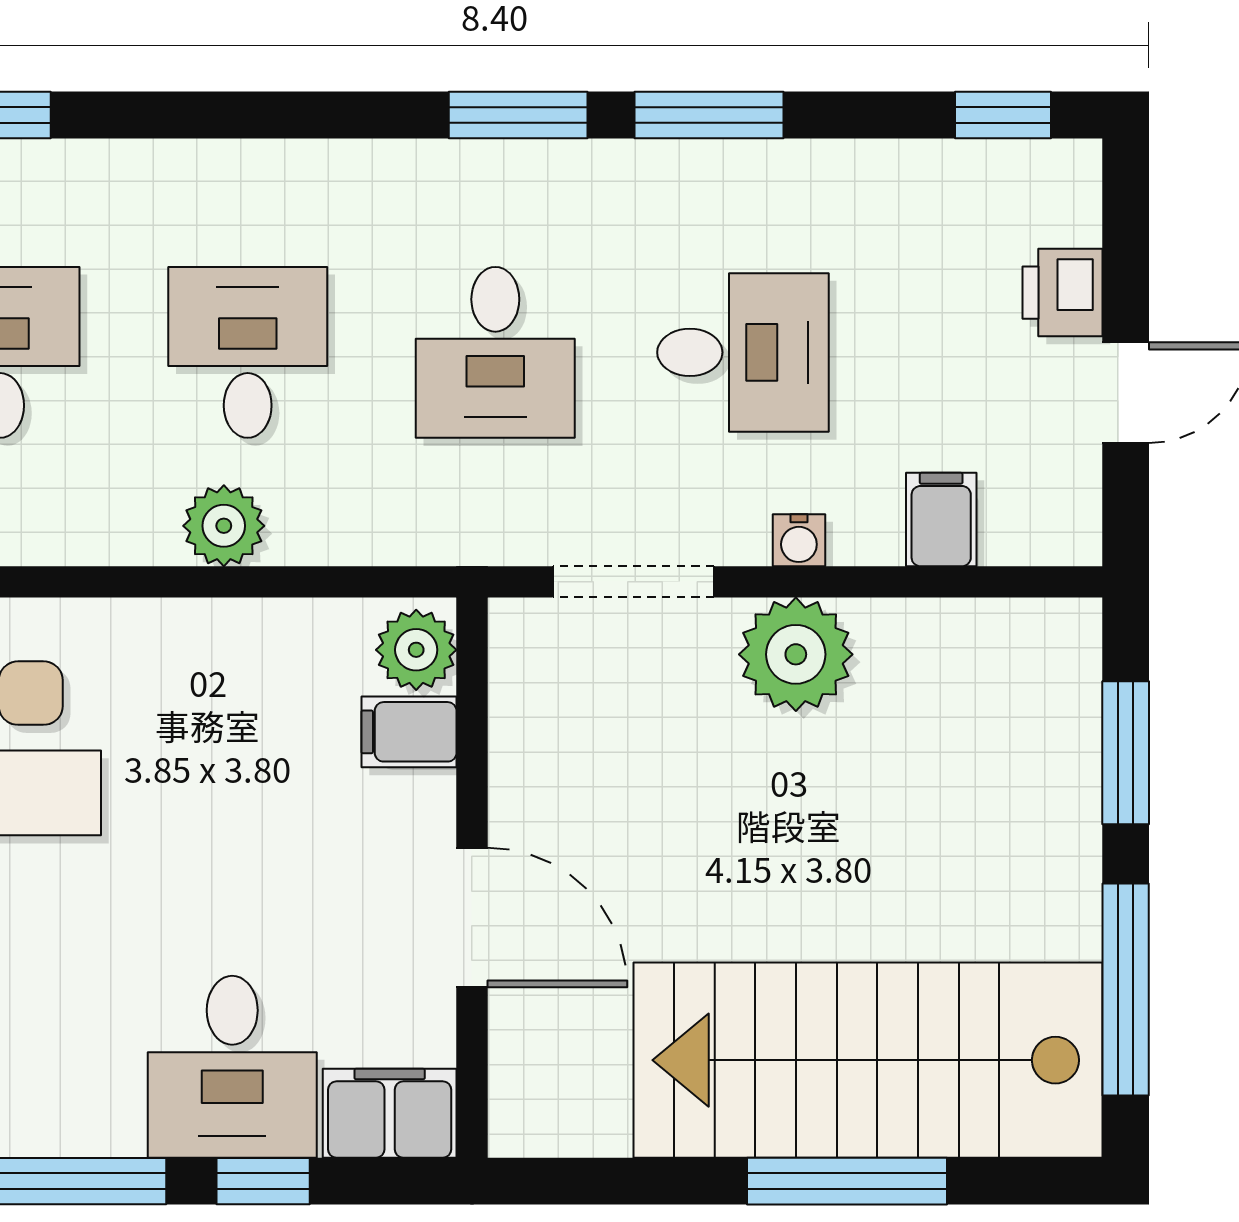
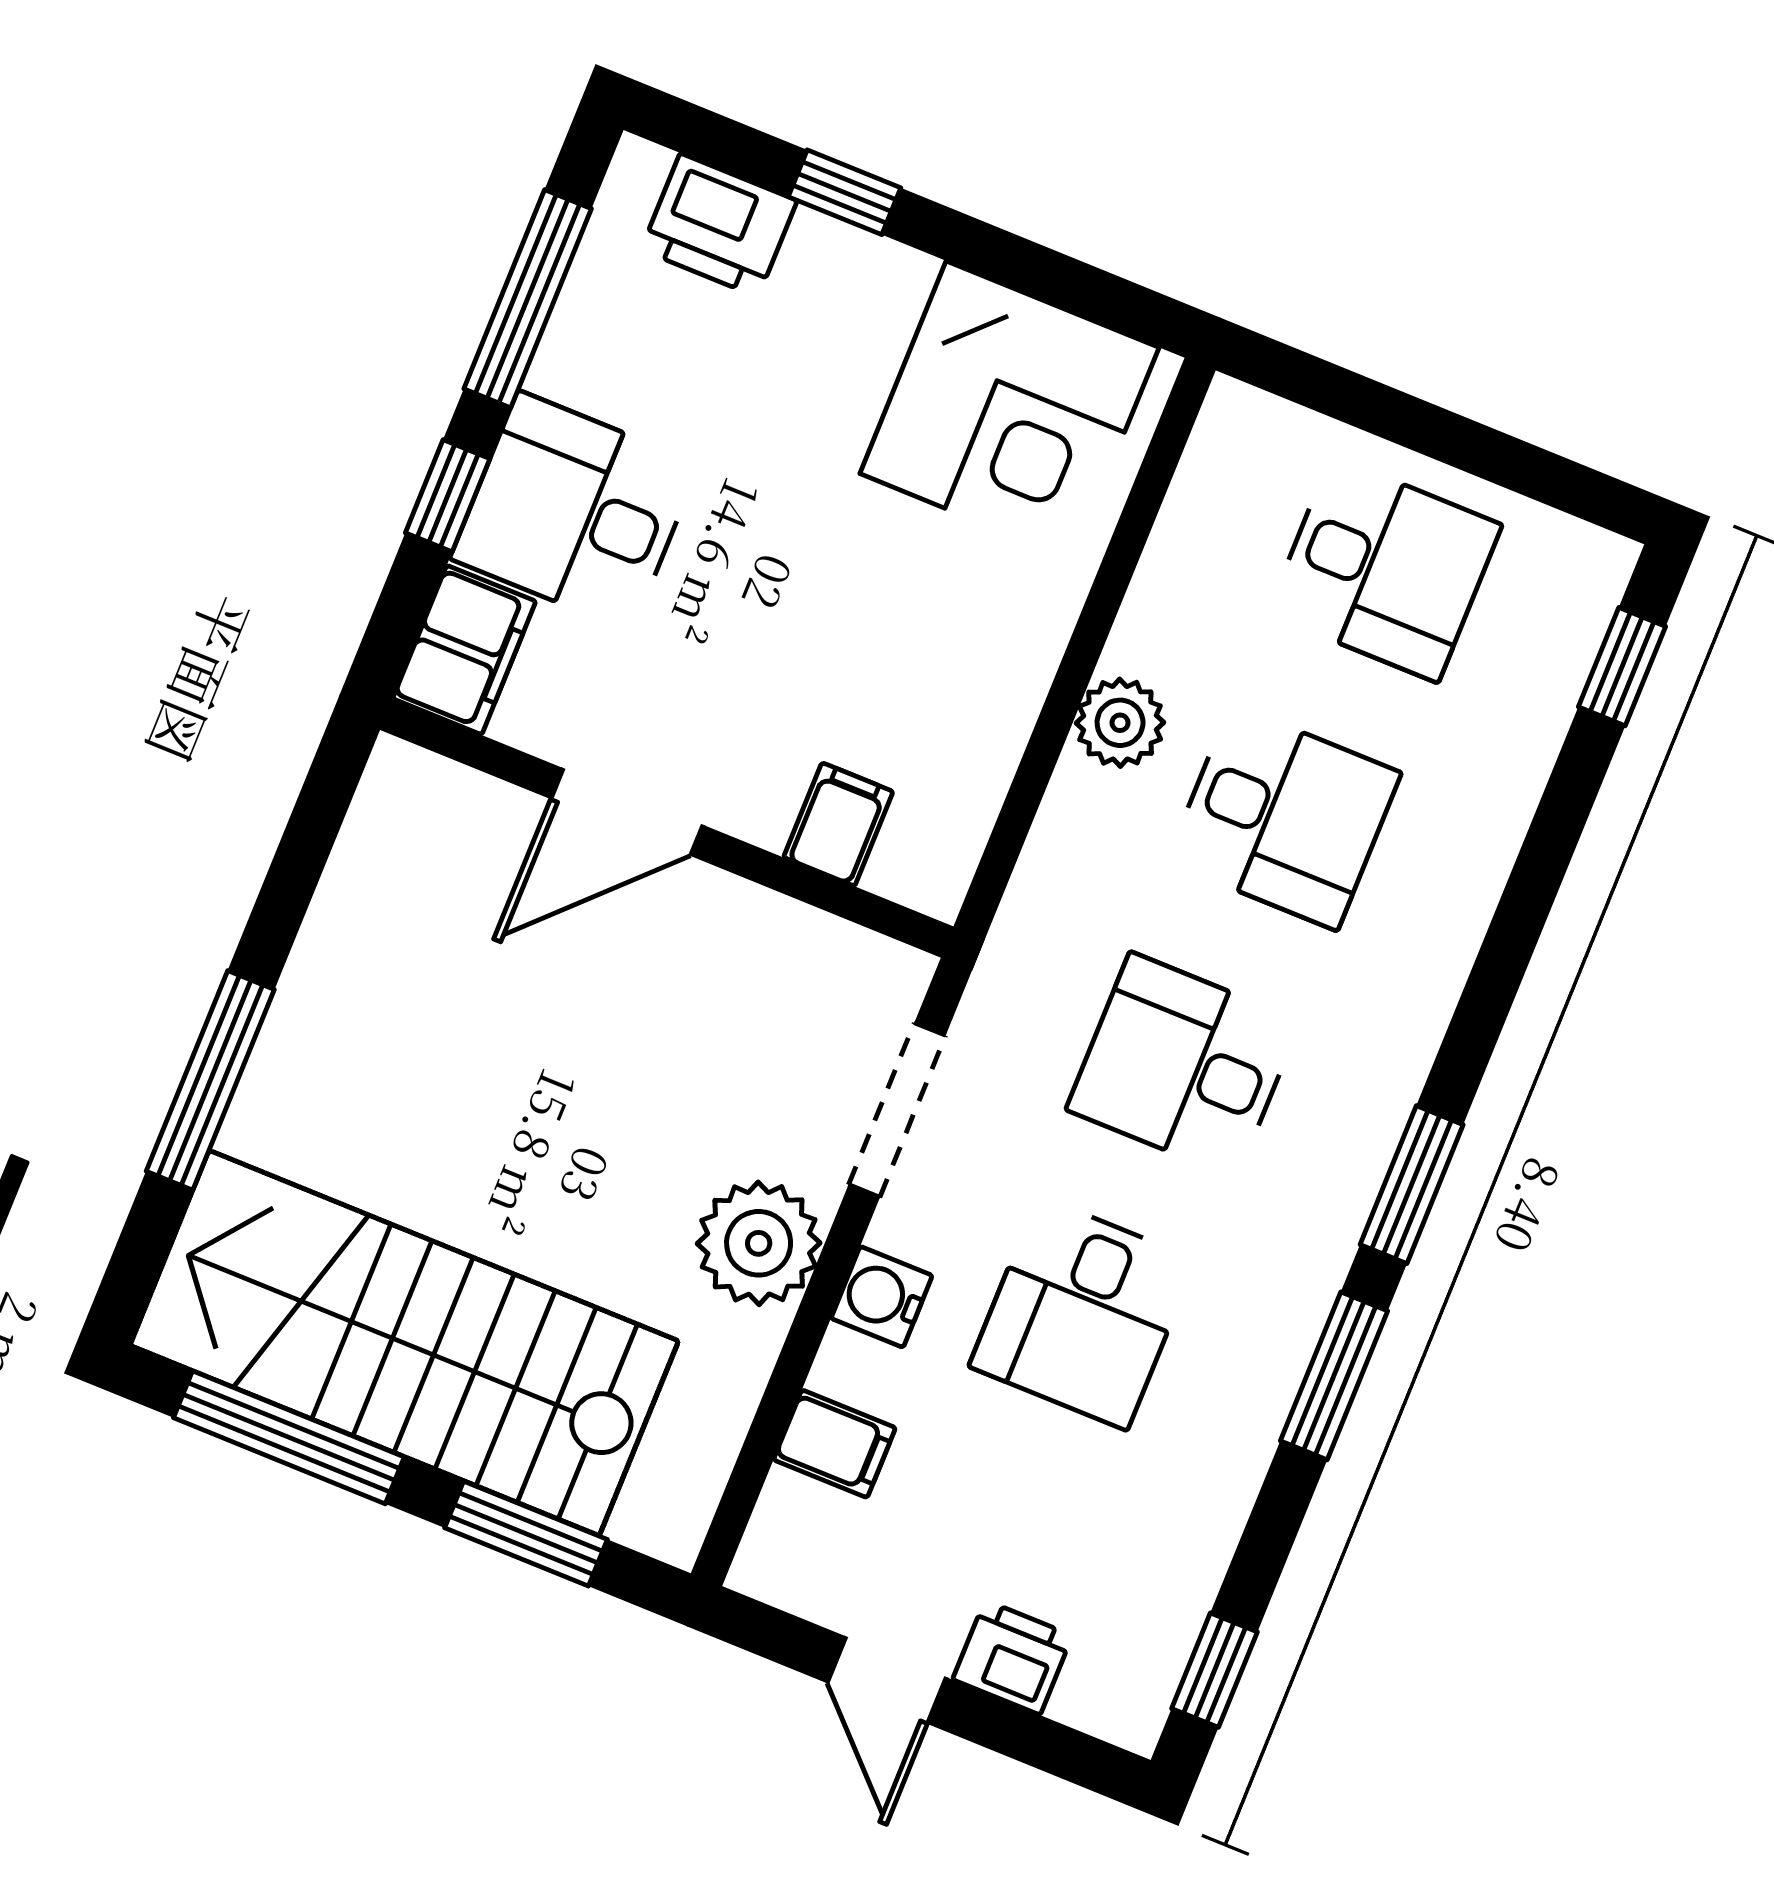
water cooler: (799, 540) -> (882, 1297), width x1.38, depth x1.38
plant: (416, 650) -> (918, 865), removed
stairs: (868, 1060) -> (404, 1343), moved, turned -90

